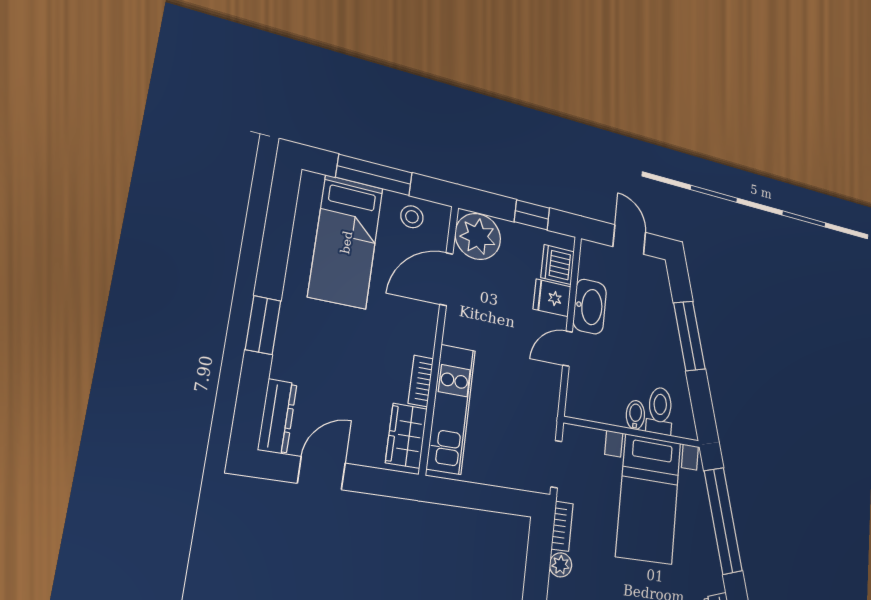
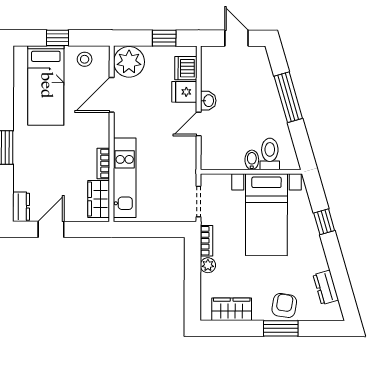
window: (374, 175) -> (57, 38), width x0.46
washbasin: (590, 307) -> (208, 101), width x0.52, depth x0.69
dresser: (277, 417) -> (21, 207), width x0.70
window: (723, 521) -> (324, 222), width x0.32

